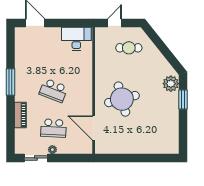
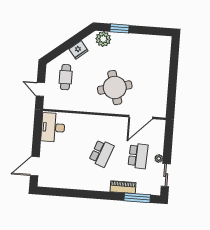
fridge: (158, 59) -> (79, 50), added
window: (10, 82) -> (137, 198), moved

